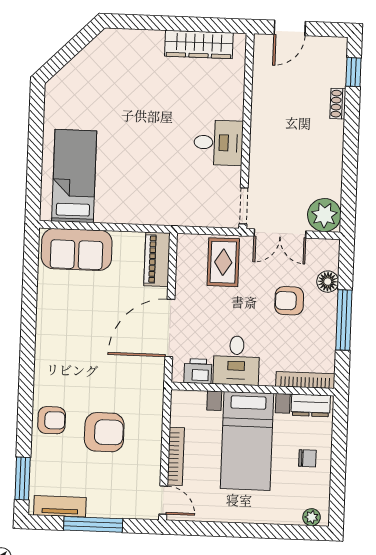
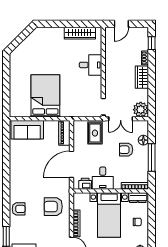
desk: (218, 143) -> (91, 65), moved
wardrobe: (330, 145) -> (142, 77), added
bed: (74, 176) -> (45, 96), moved, width x1.50
armchair: (104, 432) -> (53, 207), moved, turned 180

